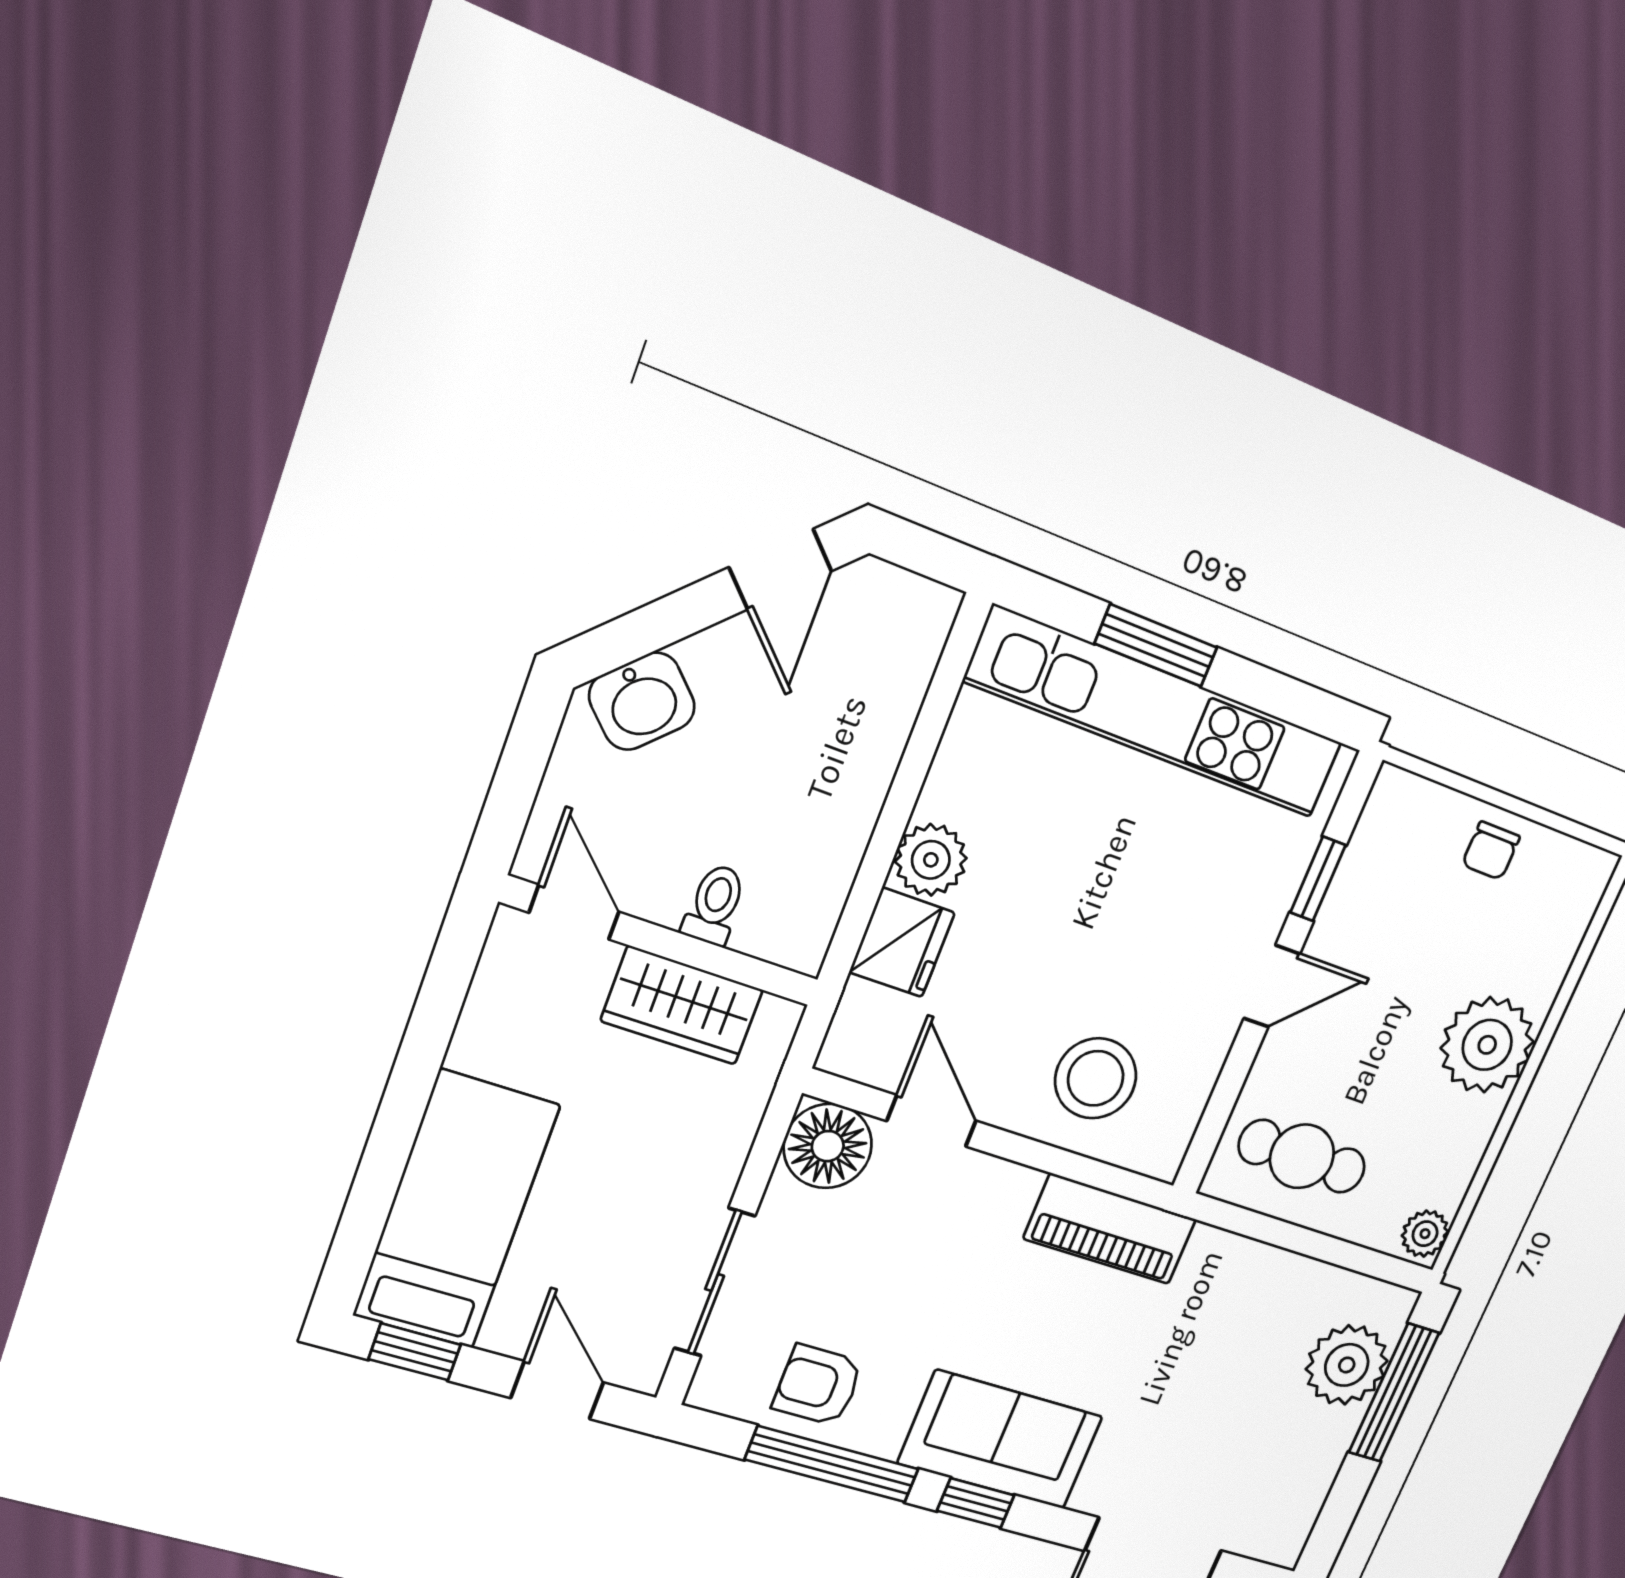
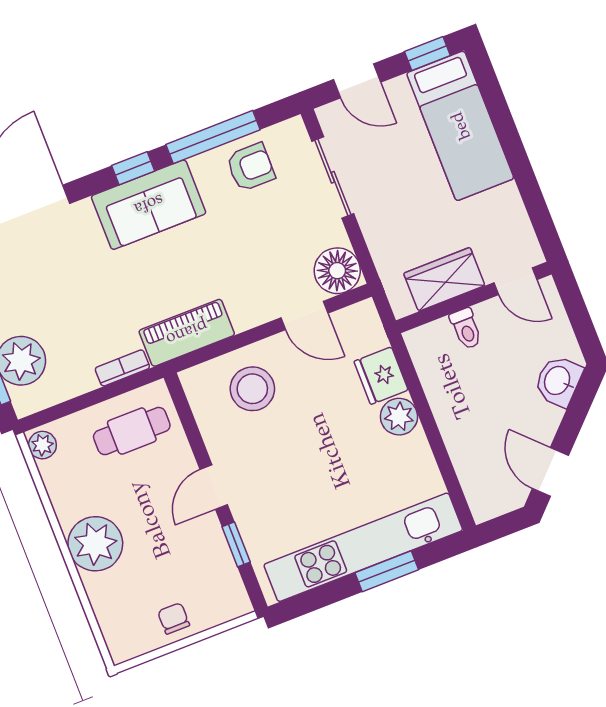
bookcase: (1235, 1251) -> (122, 368), added

